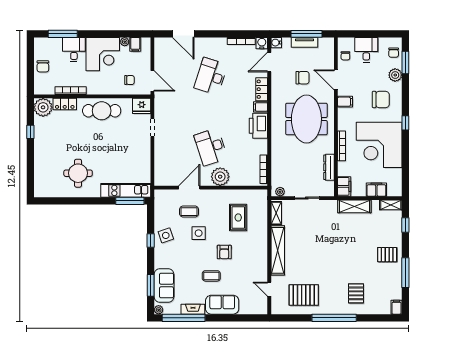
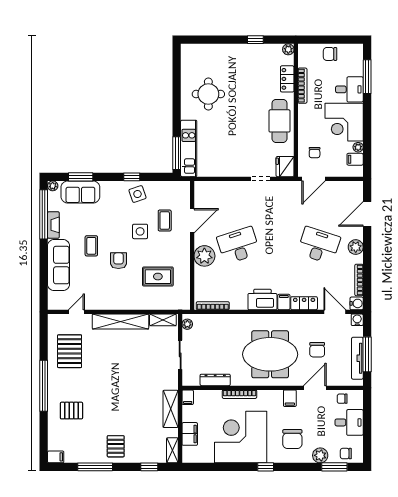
tv unit: (305, 42) -> (357, 358), width x1.41
plant: (212, 44) -> (356, 247), added
plant: (43, 107) -> (288, 49), width x0.53, depth x0.53
filing cabinet: (344, 186) -> (188, 397), width x0.50
door: (189, 188) -> (192, 221), hinge flipped
armchair: (224, 252) -> (118, 261), turned 90
sofa: (222, 305) -> (59, 265), width x1.36

